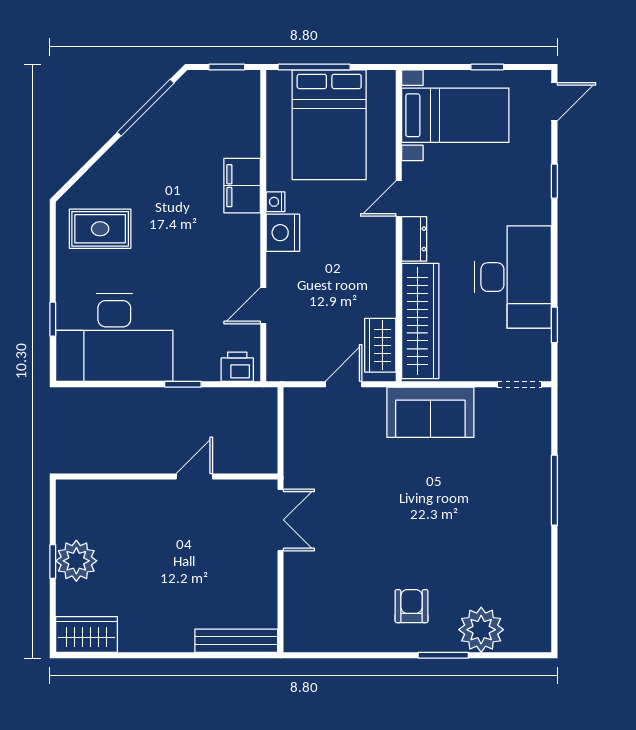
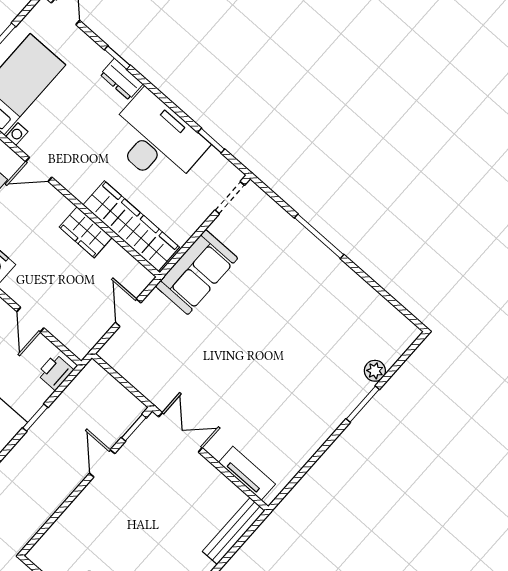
door: (399, 199) -> (39, 169), hinge flipped
dresser: (414, 239) -> (122, 79), moved, turned 180
wardrobe: (380, 345) -> (86, 232), moved
window: (249, 476) -> (134, 428), added
armchair: (412, 606) -> (312, 397), removed
tv unit: (296, 608) -> (247, 473), added
plant: (481, 630) -> (375, 371), width x0.53, depth x0.53

